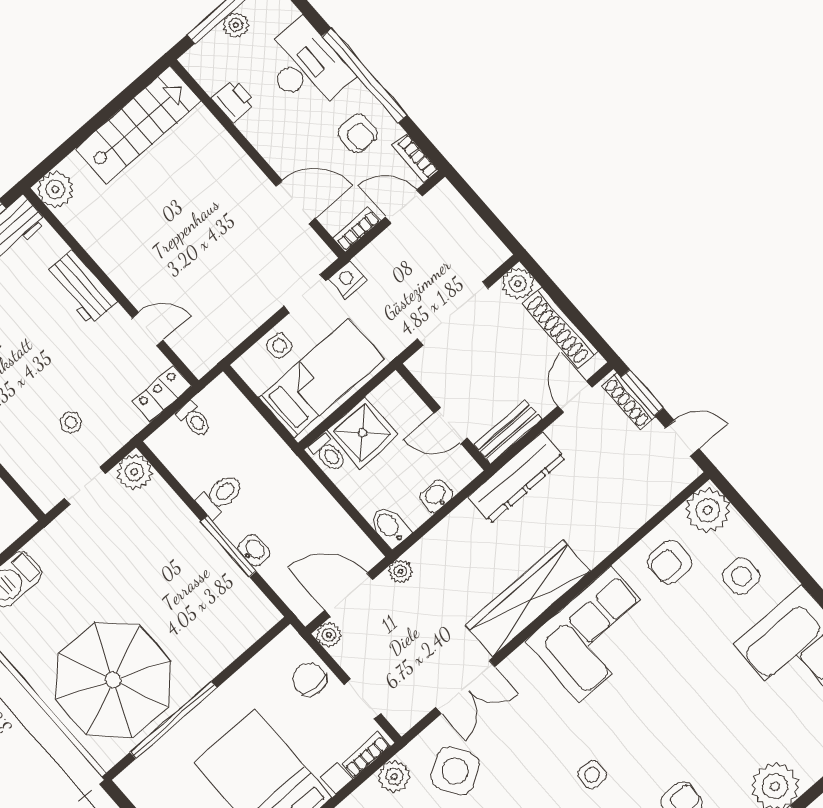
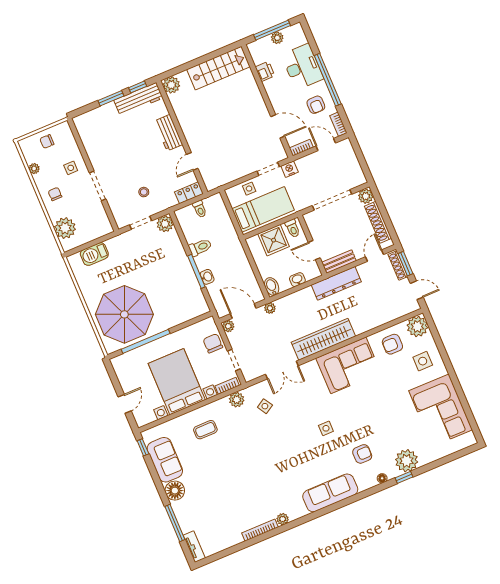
door: (148, 329) -> (192, 161), swing flipped
toilet: (328, 453) -> (293, 228), moved
side table: (455, 771) -> (265, 406), width x0.54, depth x0.54

